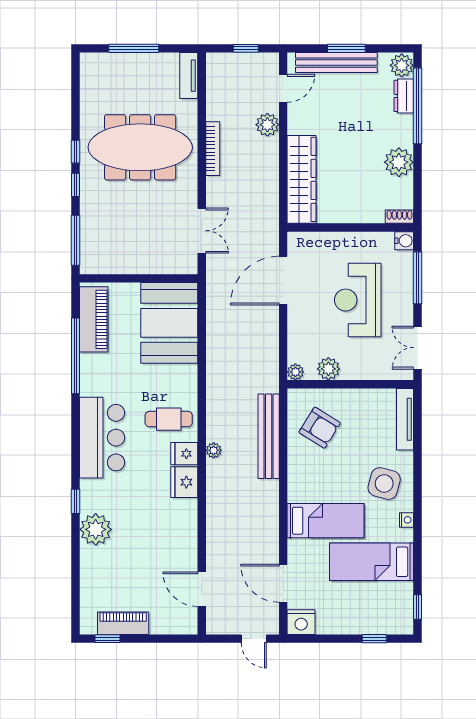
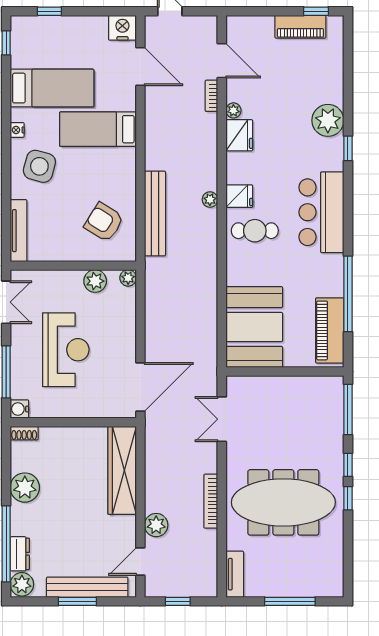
door: (283, 281) -> (140, 387), moved
fridge: (184, 482) -> (239, 135), moved
plant: (190, 539) -> (233, 110), added
bookcase: (212, 554) -> (211, 96), added

